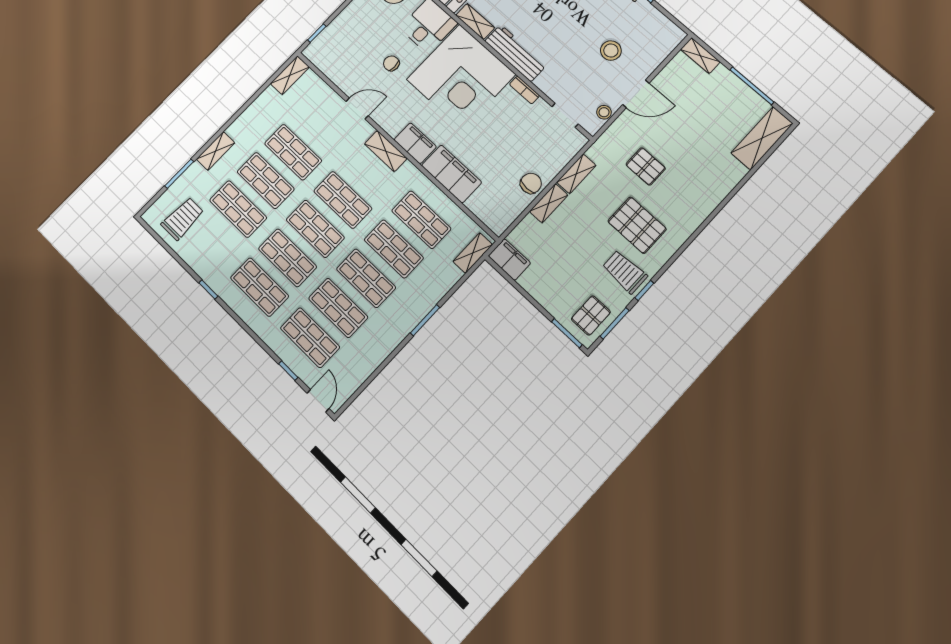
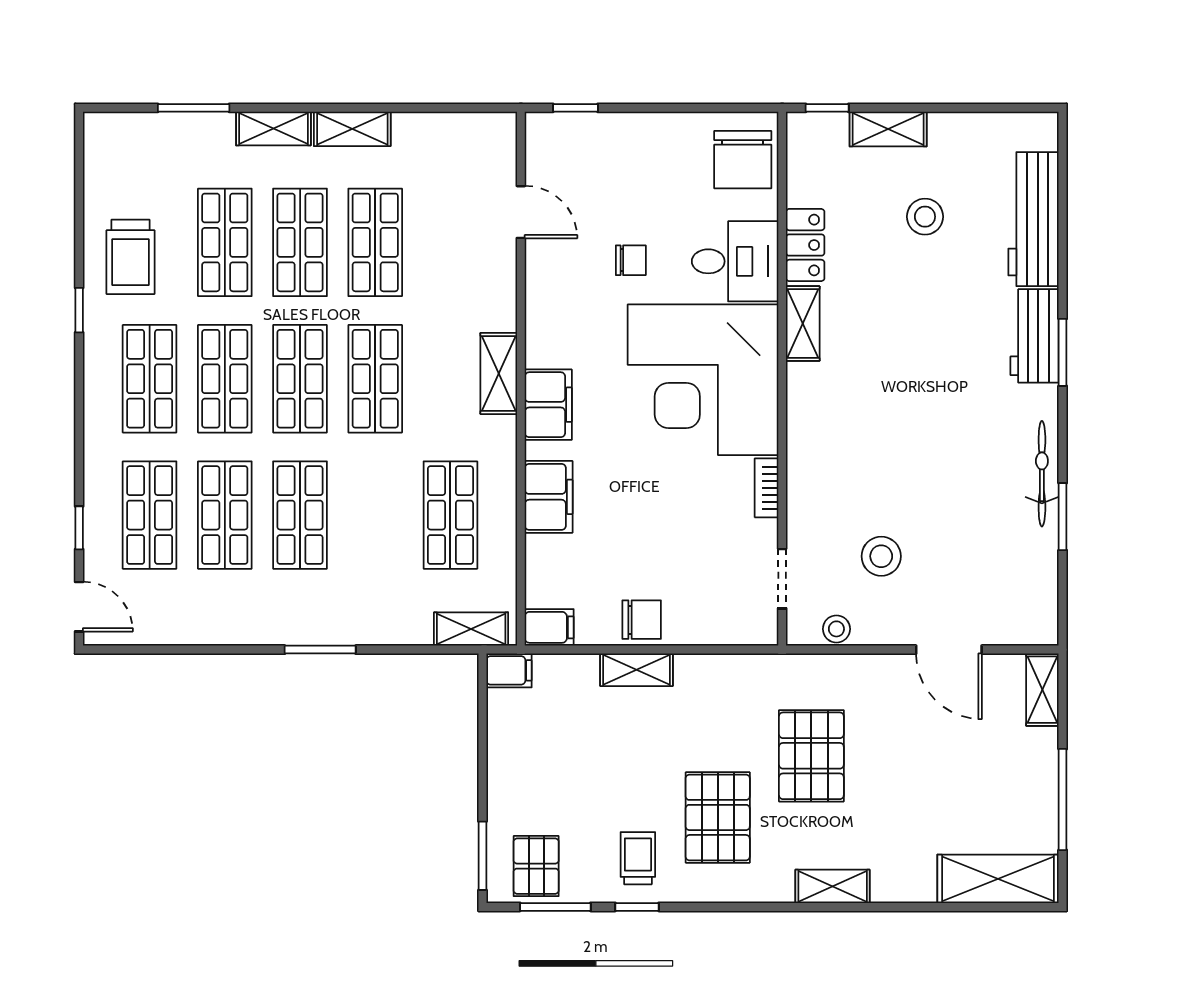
stool: (611, 51) -> (881, 556), moved
workbench: (516, 53) -> (809, 425), removed
chair: (391, 63) -> (631, 260), turned 90
shelving: (290, 75) -> (352, 129), moved
door: (636, 94) -> (949, 650), moved
door: (357, 109) -> (521, 212), moved
pallet: (646, 166) -> (811, 756), width x1.50, depth x1.42
filing cabinet: (452, 174) -> (549, 497), width x0.67, depth x0.86
shelving: (576, 174) -> (833, 886), moved
trolley: (182, 219) -> (131, 257), moved, turned 90
filing cabinet: (501, 222) -> (549, 627), added
shop shelf: (394, 249) -> (375, 515), removed
filing cabinet: (509, 260) -> (509, 670), width x0.50
trolley: (625, 272) -> (638, 858), width x0.73, depth x0.72
pallet: (591, 316) -> (536, 866), turned 90
door: (318, 401) -> (79, 607), hinge flipped

